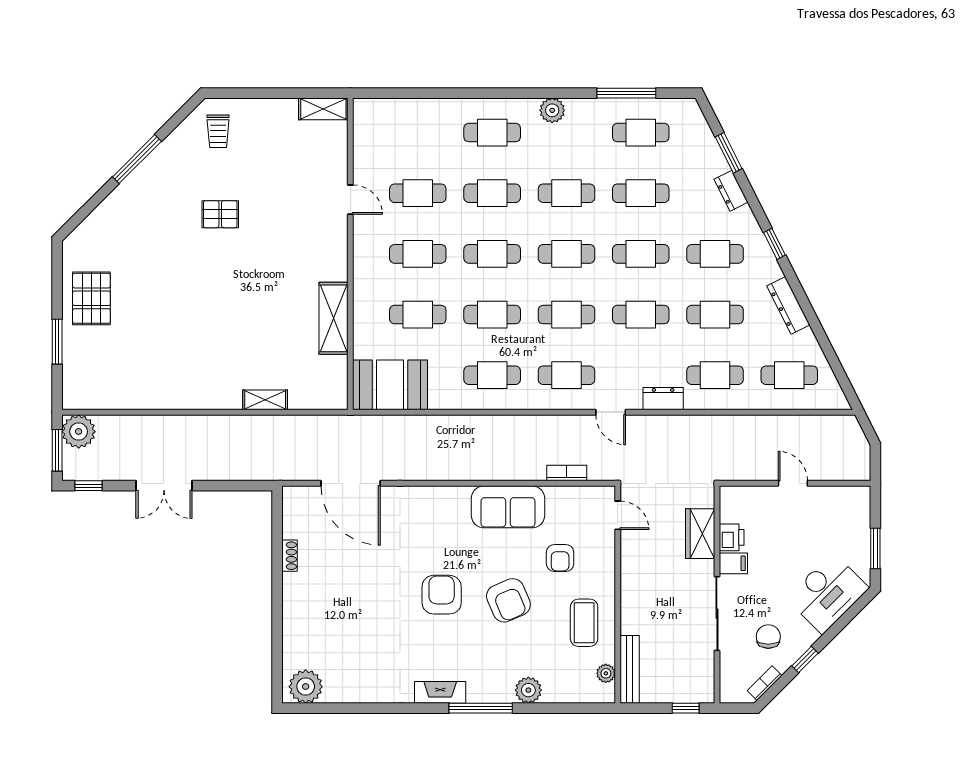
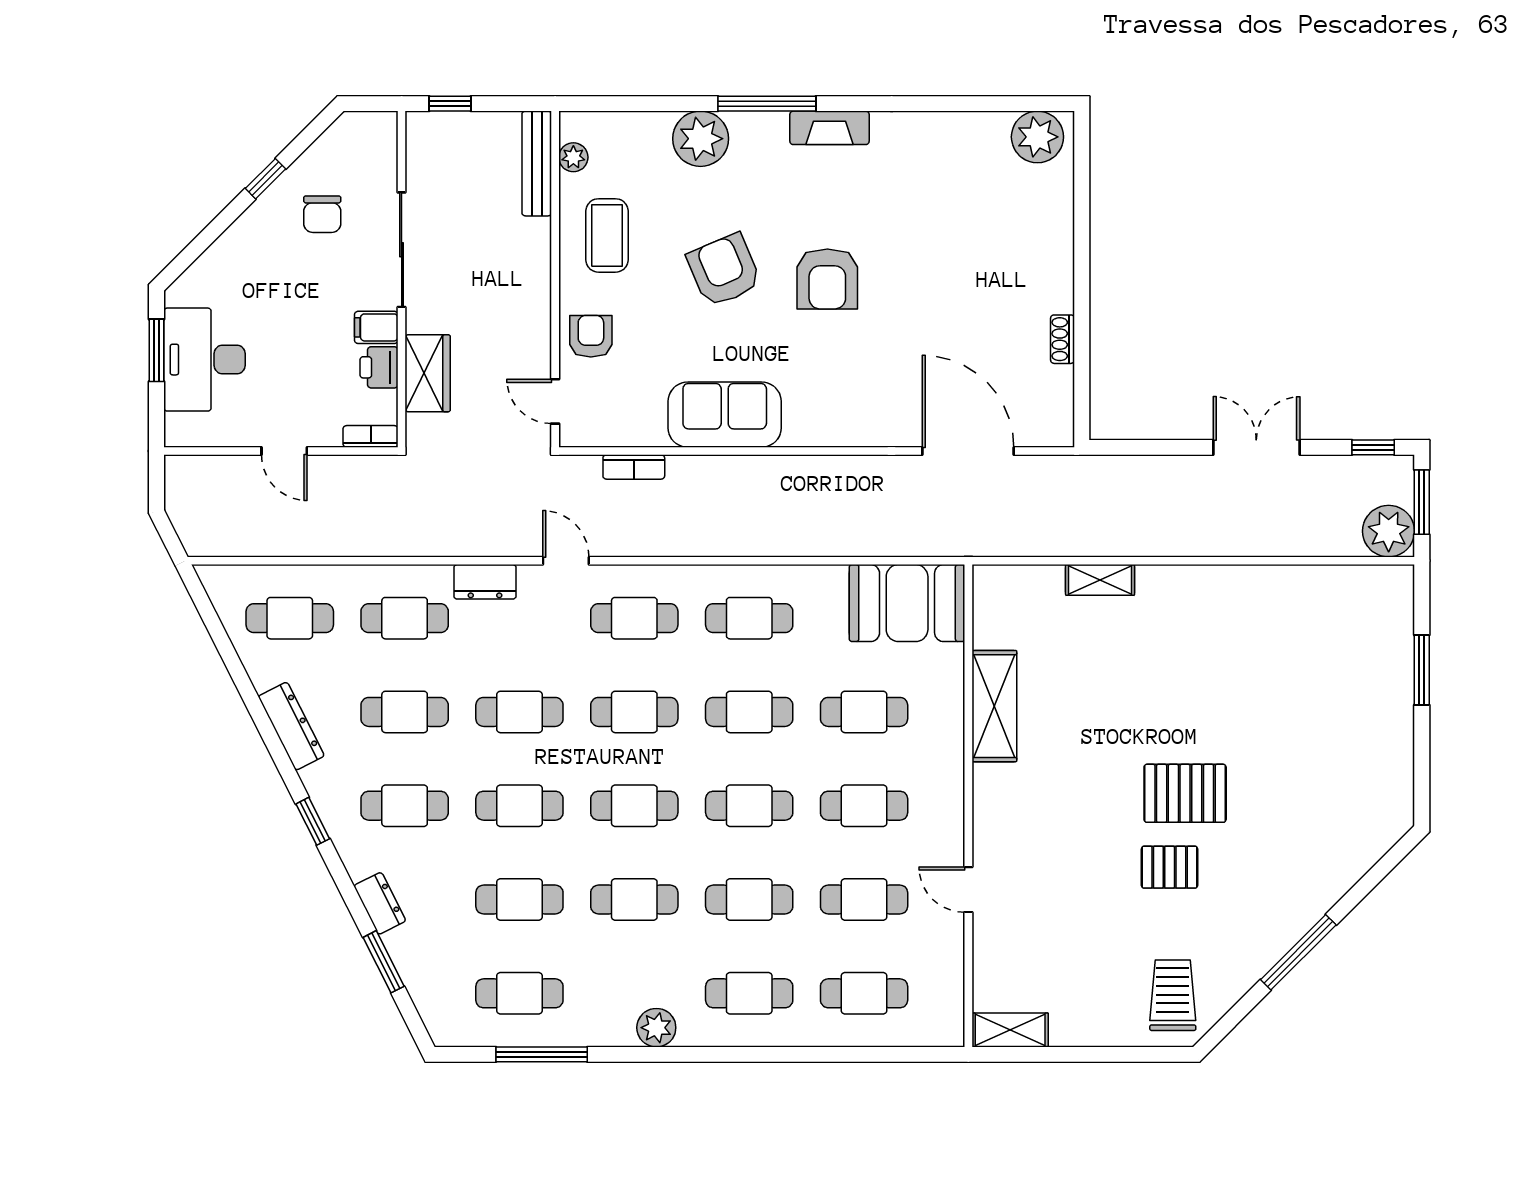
trolley: (218, 131) -> (1173, 995), width x1.36, depth x1.39
cafe table: (418, 133) -> (864, 993), added
pallet: (91, 298) -> (1185, 793), moved, turned 90
armchair: (560, 558) -> (591, 336), moved
desk: (828, 593) -> (204, 360), moved, turned -45
bookcase: (765, 683) -> (371, 436), moved, turned -135
plant: (528, 690) -> (701, 139), width x1.36, depth x1.36

